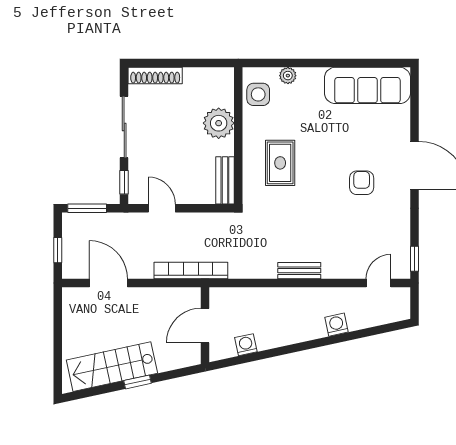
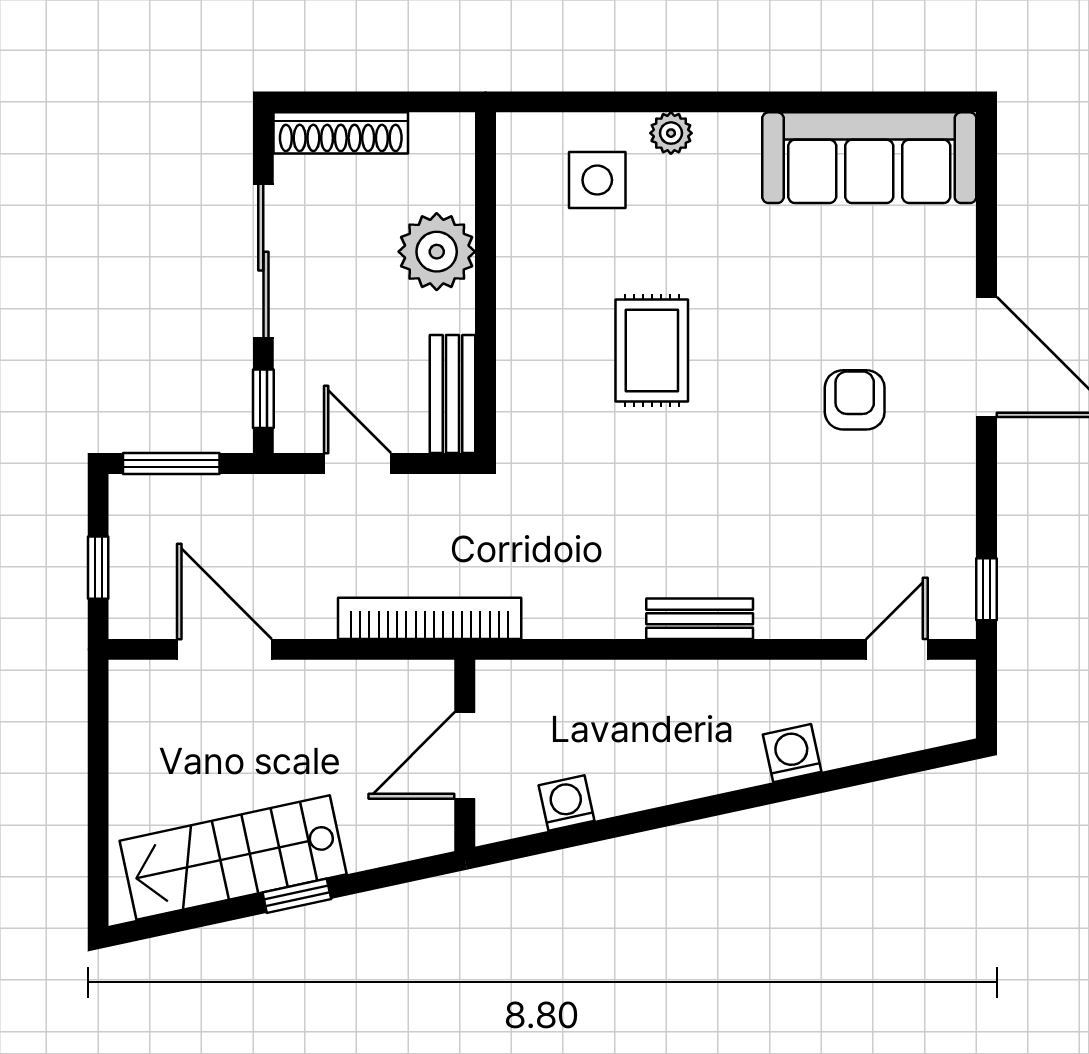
plant: (219, 123) -> (437, 252), moved
wall: (238, 136) -> (485, 283), moved
bench: (225, 180) -> (453, 394), moved

